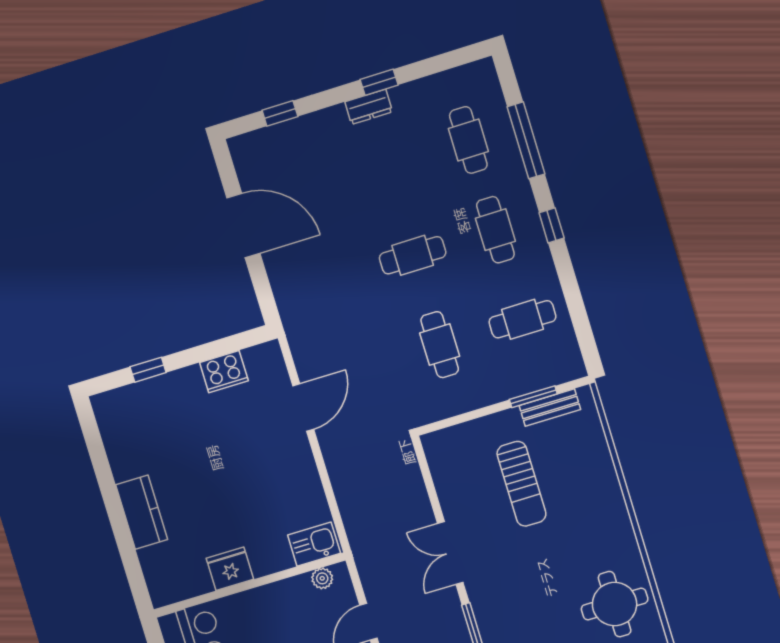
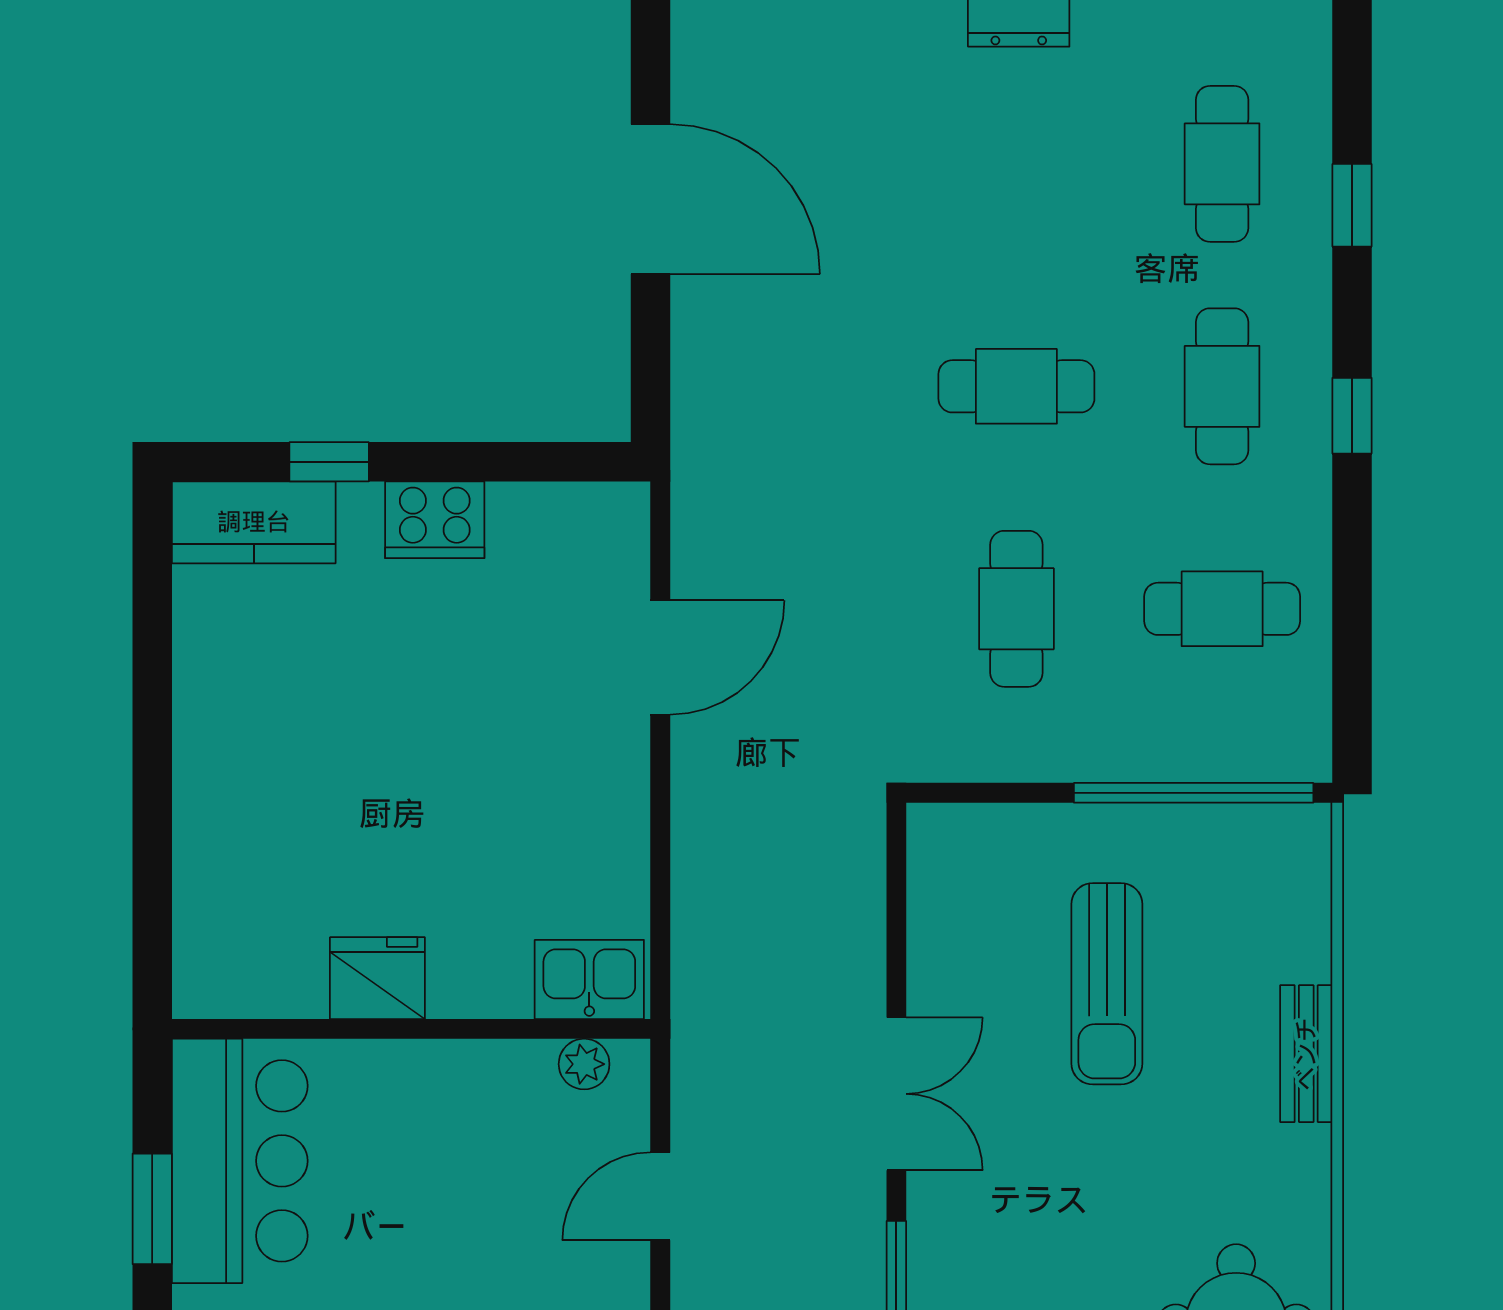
window: (526, 140) -> (1352, 205), width x0.46
cooker: (224, 372) -> (435, 520), moved
window: (533, 397) -> (1194, 793), width x2.11
bench: (550, 407) -> (1306, 1054), moved, turned 90
kitchen counter: (142, 512) -> (254, 522), moved, turned 90
double door: (450, 553) -> (896, 1094), swing flipped

